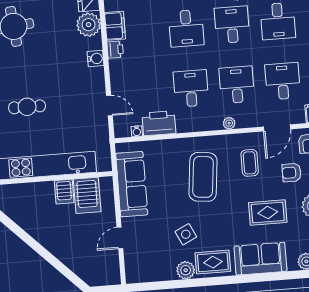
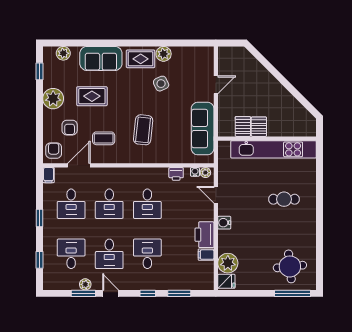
filing cabinet: (115, 26) -> (206, 255), width x0.50
printer: (115, 50) -> (204, 235), width x1.87, depth x1.48
water cooler: (96, 58) -> (224, 223), moved
printer: (159, 123) -> (176, 174), width x0.53, depth x0.68
plant: (229, 123) -> (205, 173), moved
coffee table: (250, 163) -> (104, 138), turned 90
armchair: (292, 173) -> (70, 128), turned 90
coffee table: (203, 177) -> (143, 130), width x0.73, depth x0.76
server rack: (87, 195) -> (243, 126), width x0.73, depth x0.70

